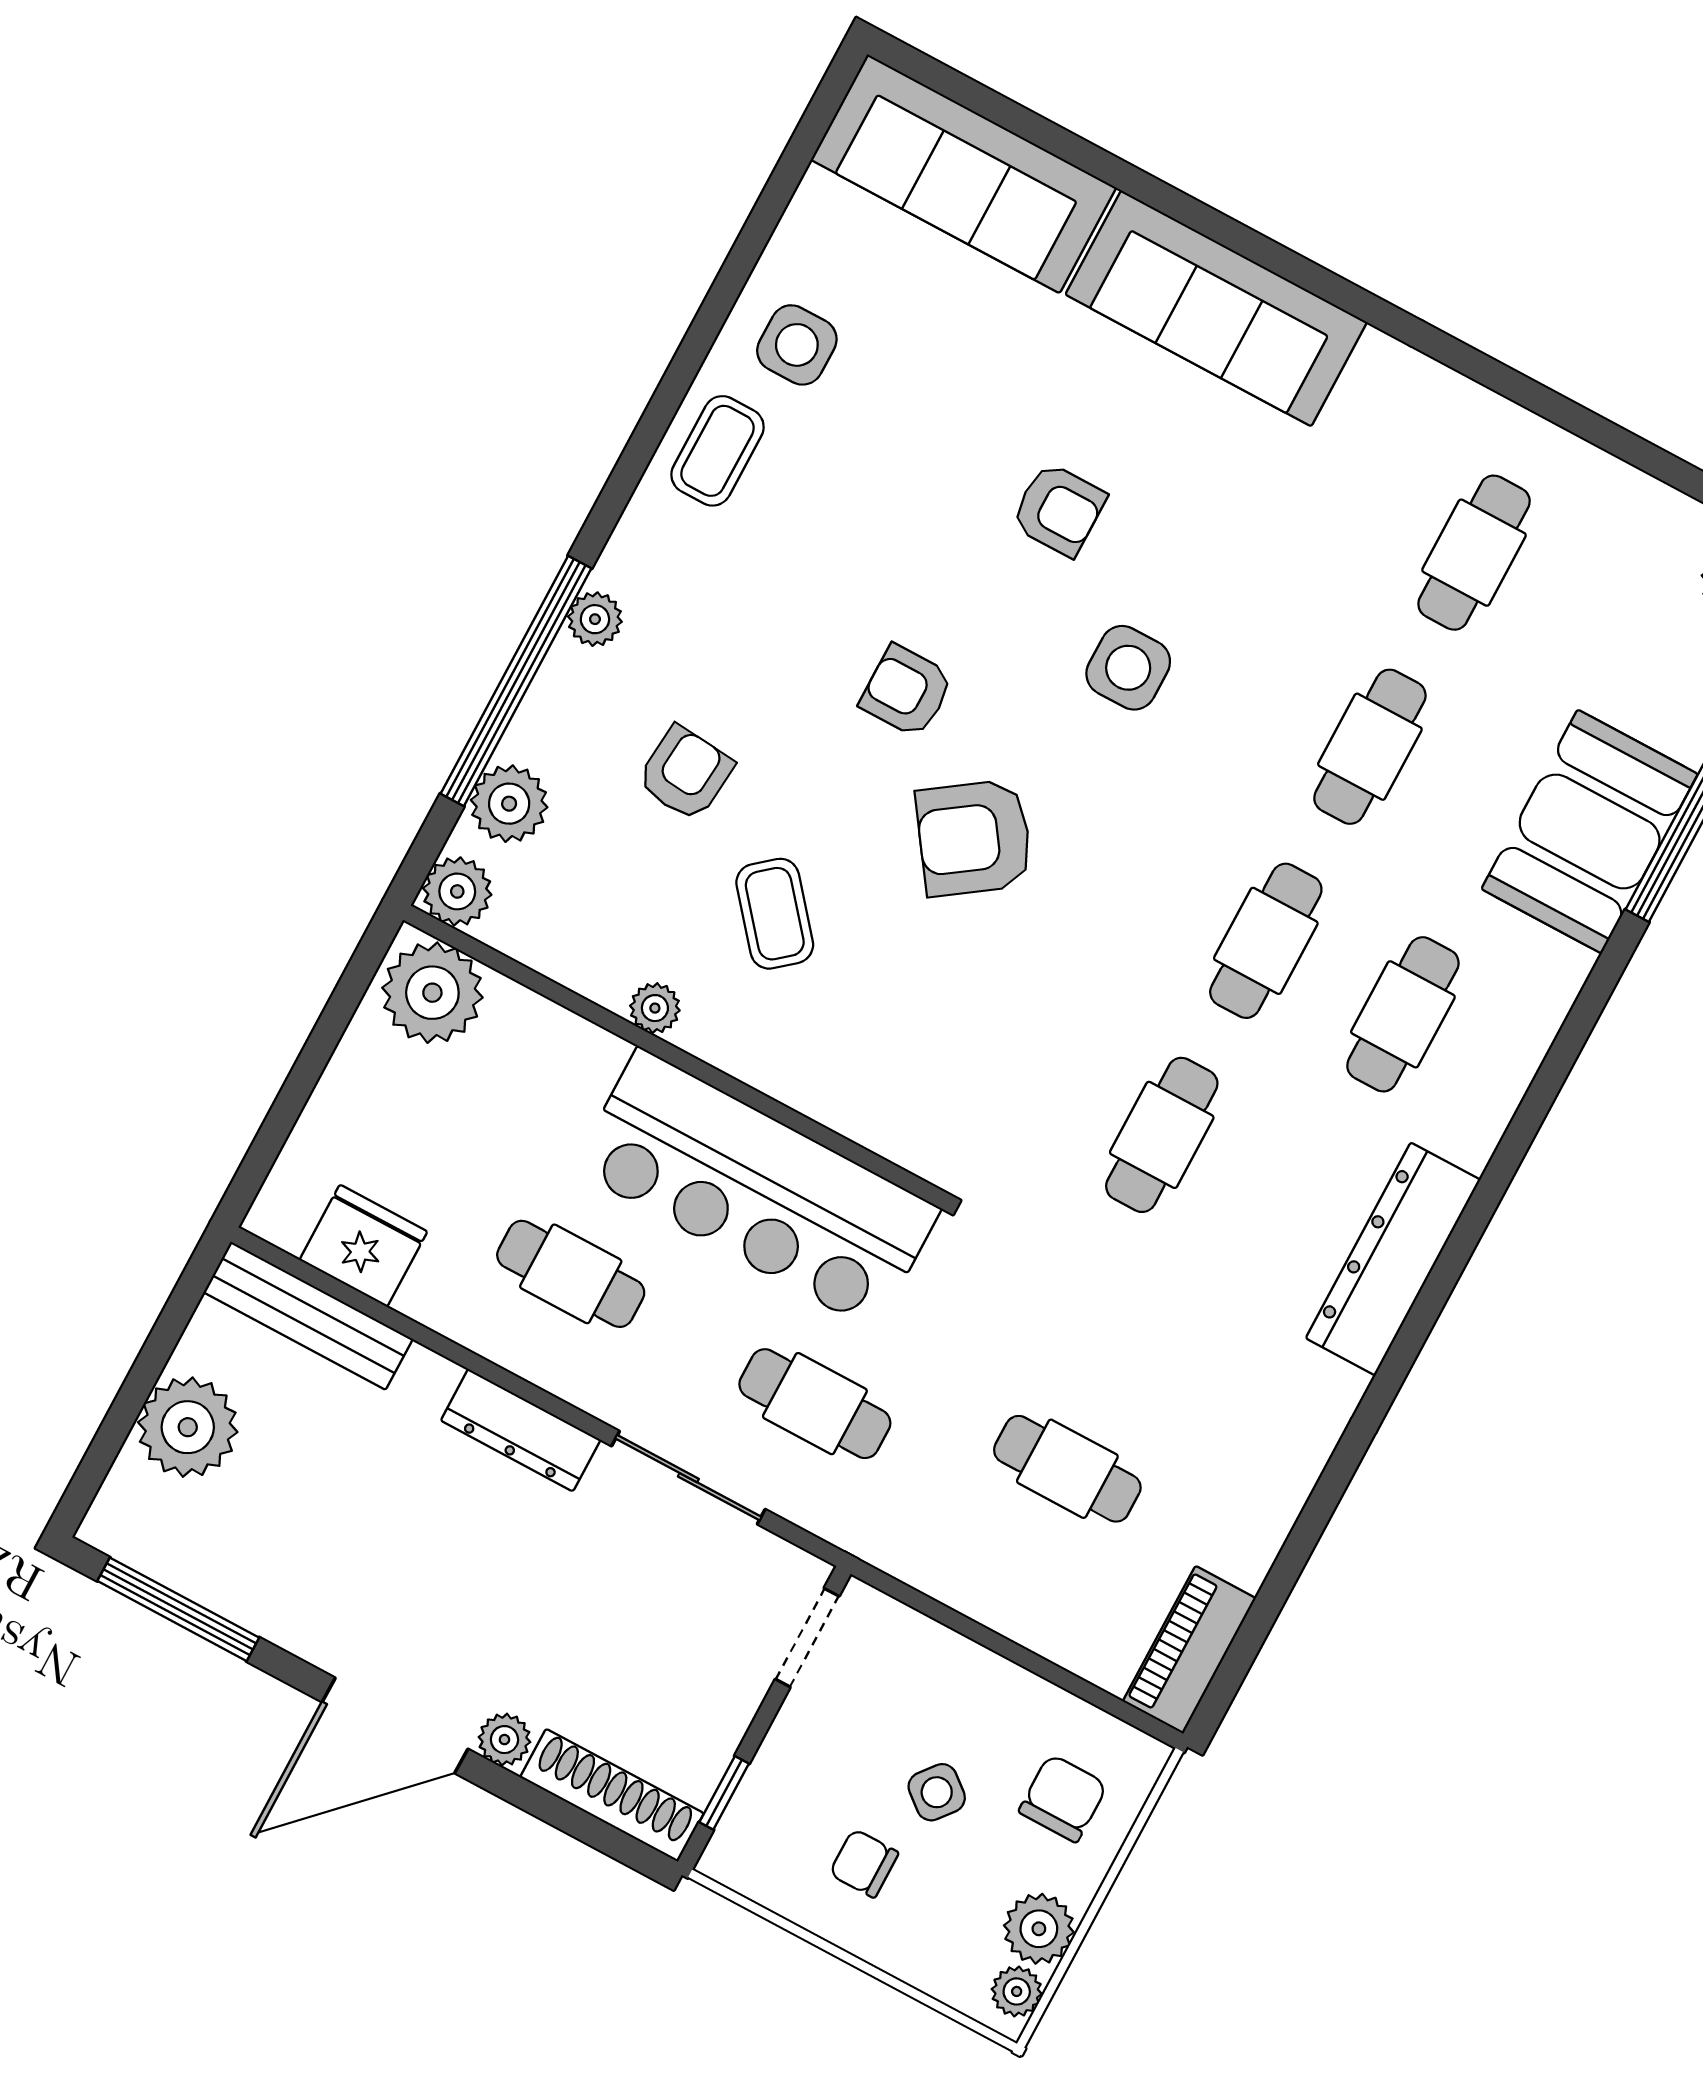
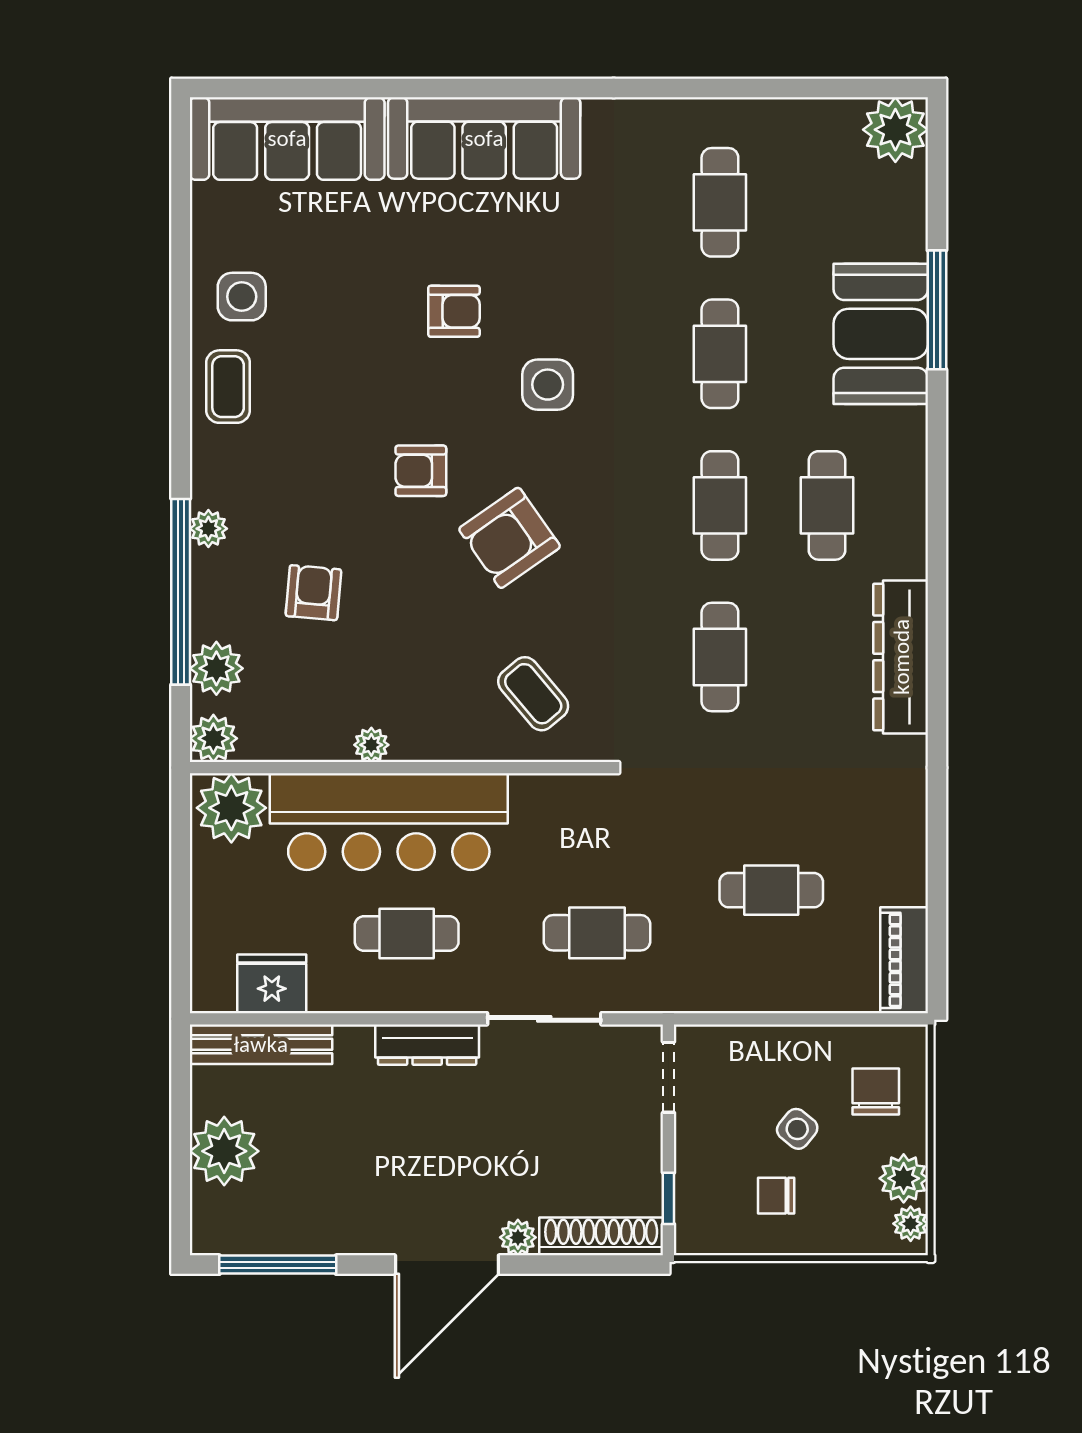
coffee table: (775, 914) -> (533, 694), moved
bar counter: (757, 1189) -> (389, 822), moved

